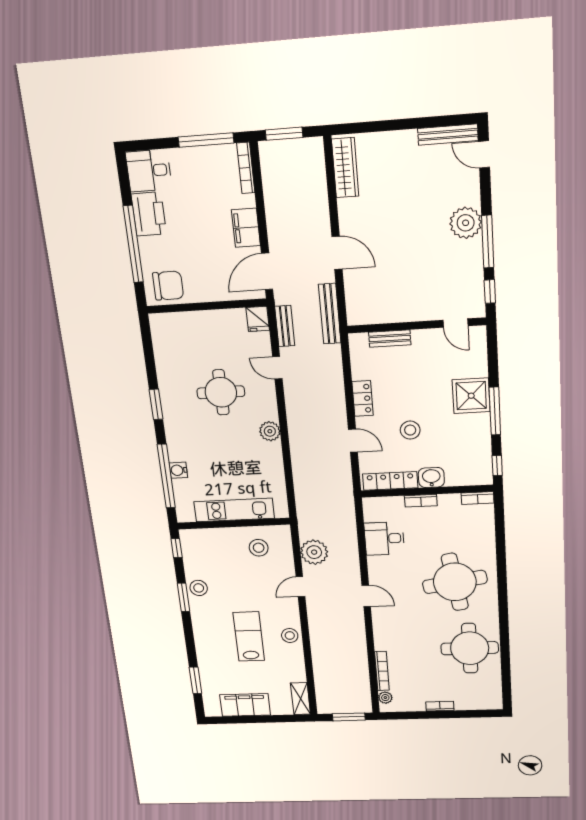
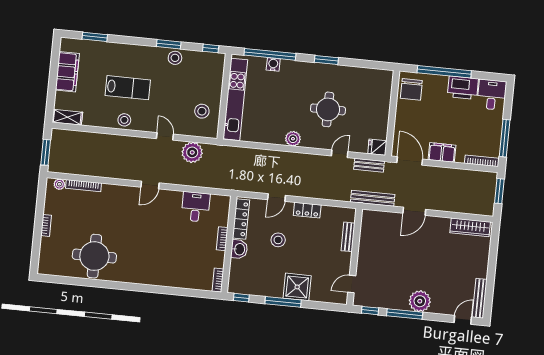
kitchen unit: (234, 510) -> (235, 99), width x1.36
round table: (455, 582) -> (152, 253), removed

